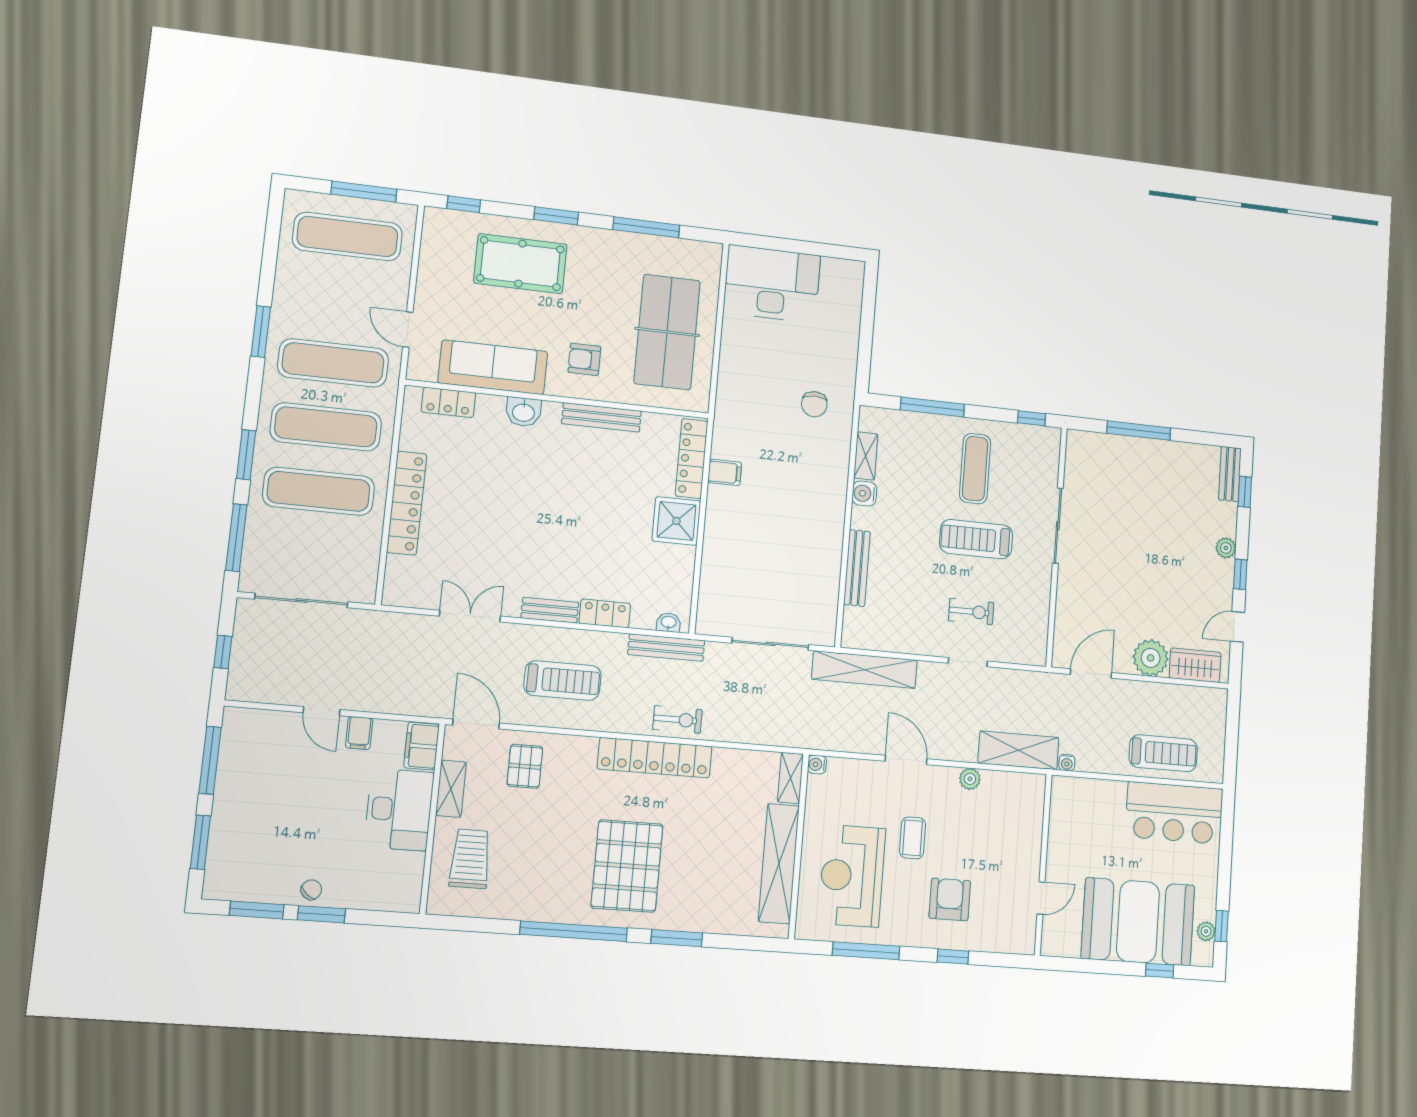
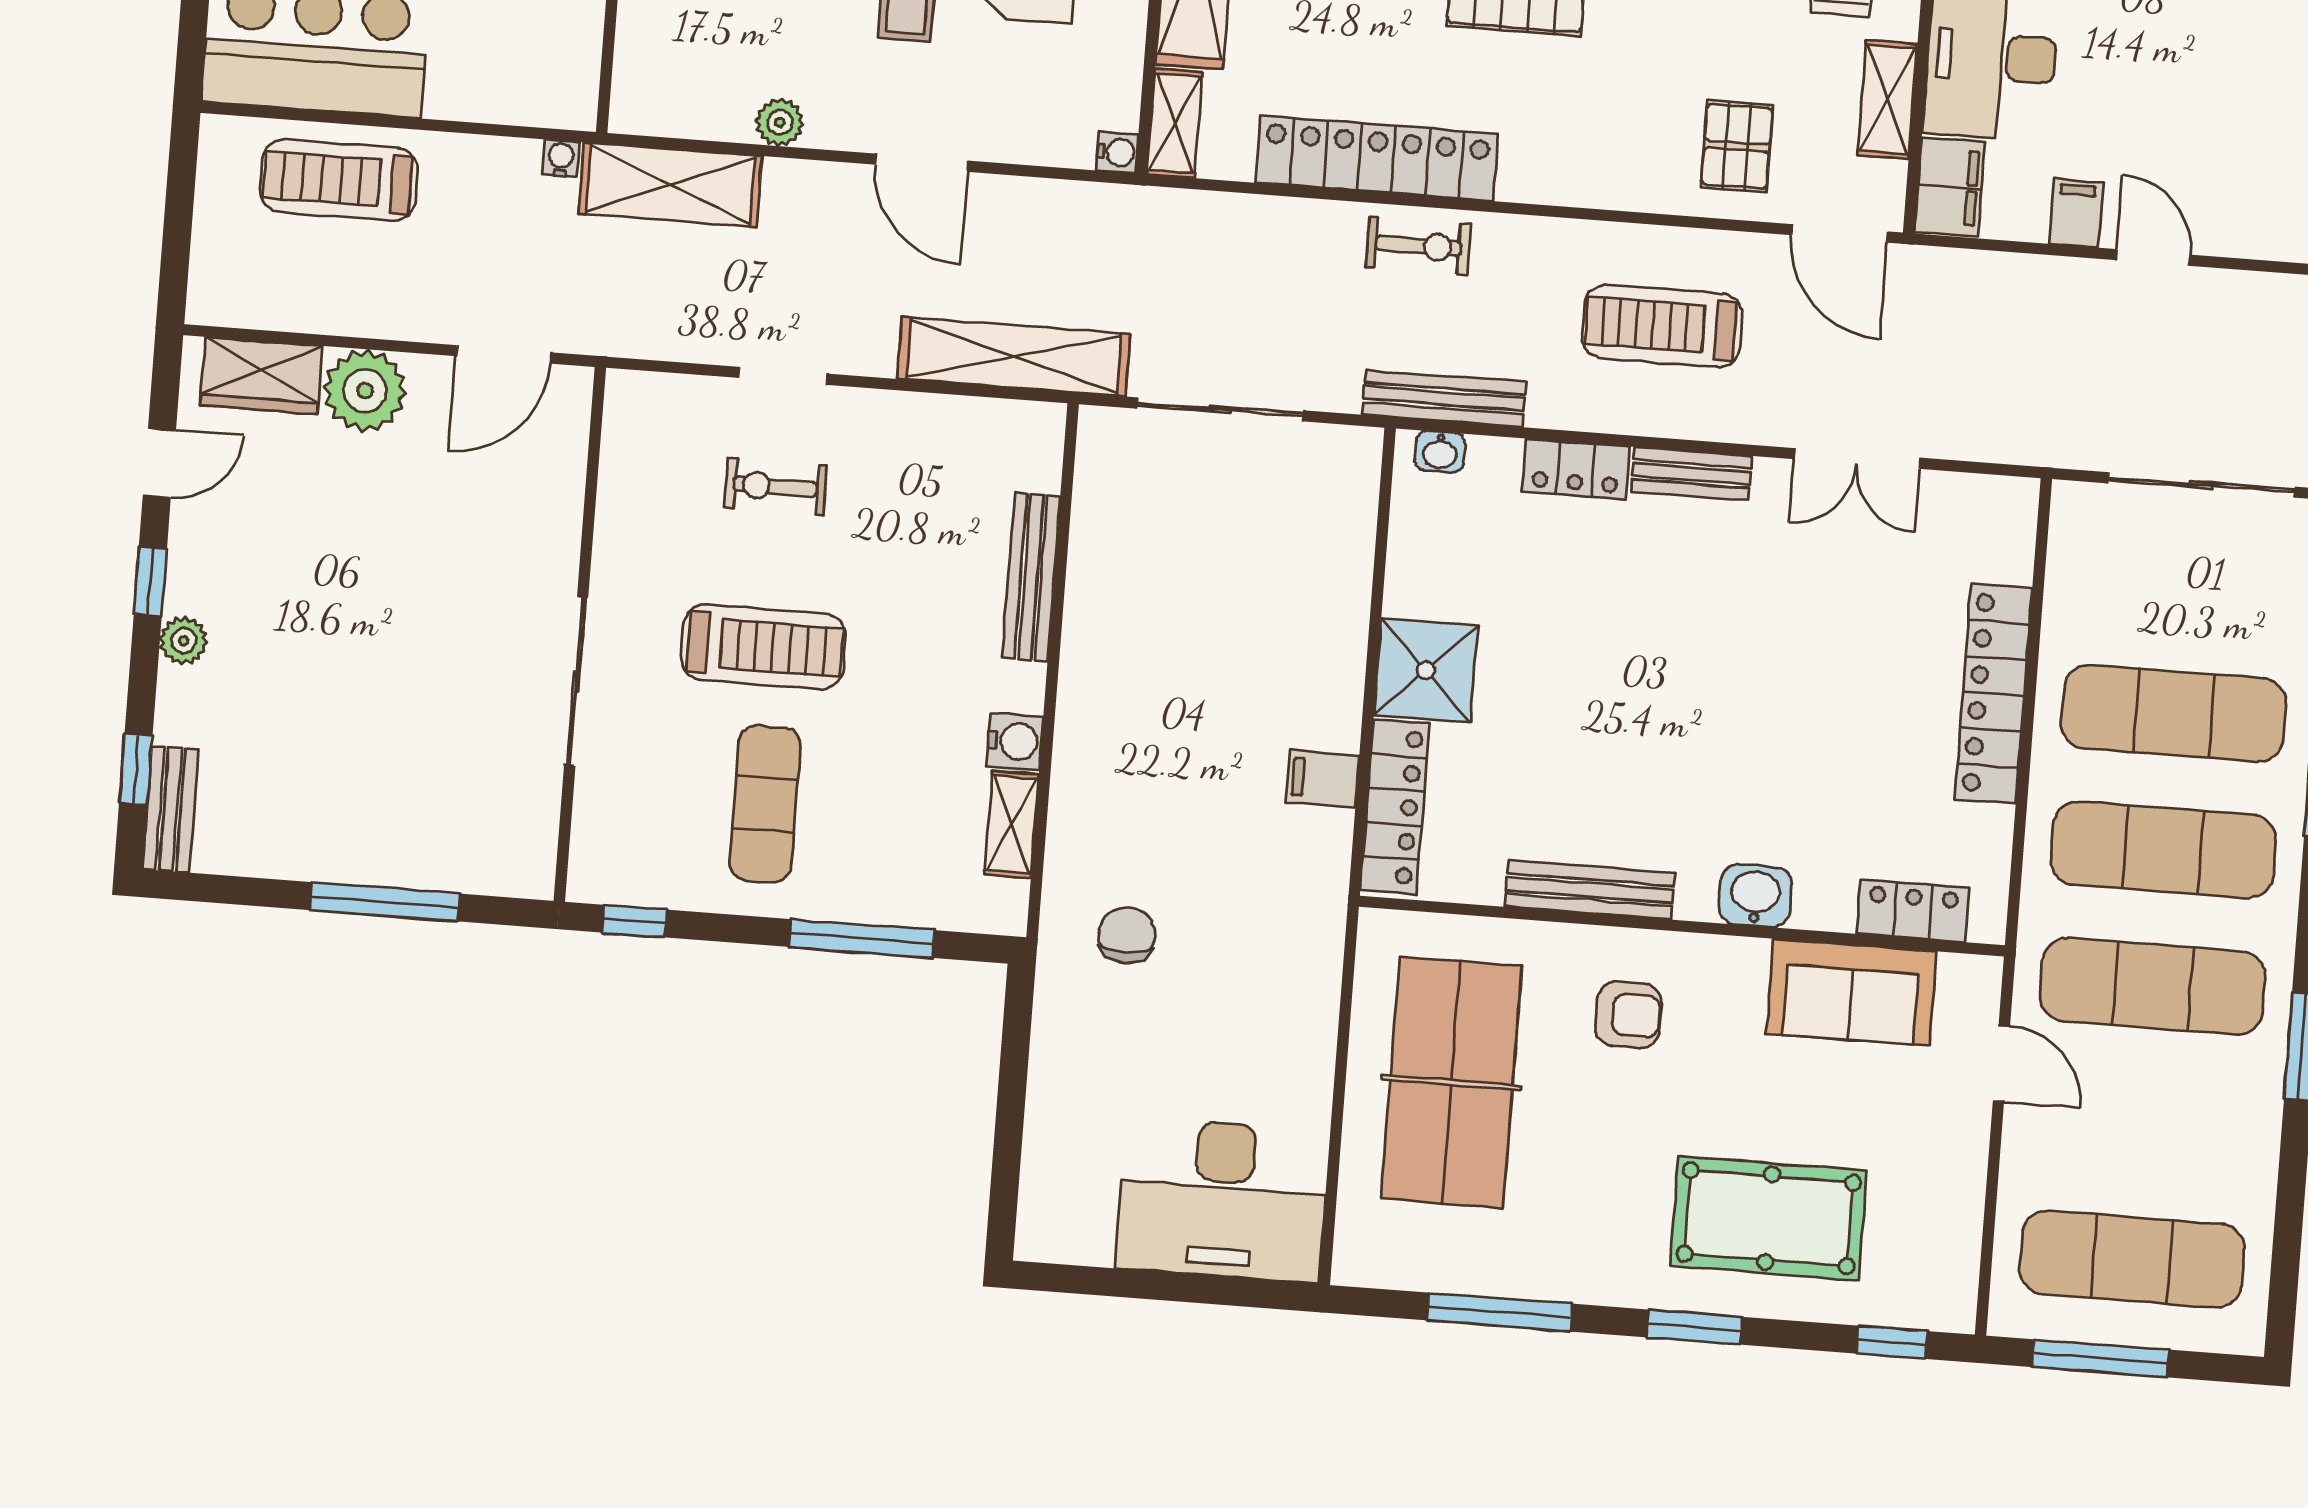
sofa: (493, 367) -> (1851, 992), width x0.73
exercise bike: (677, 720) -> (1418, 246), turned 180
locker: (655, 758) -> (1377, 158), moved

